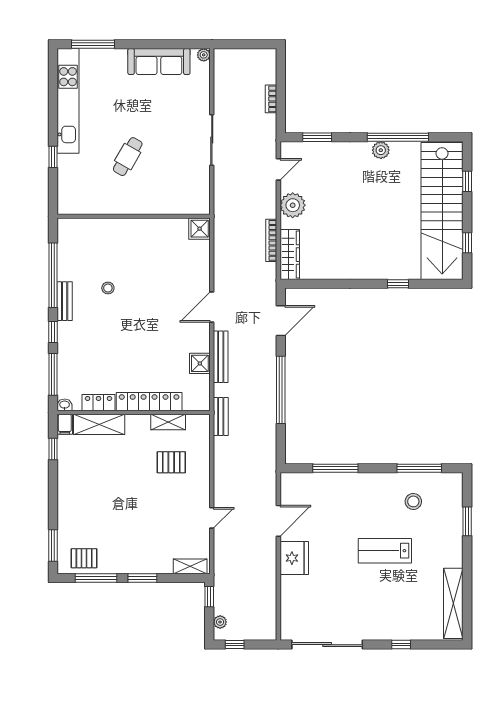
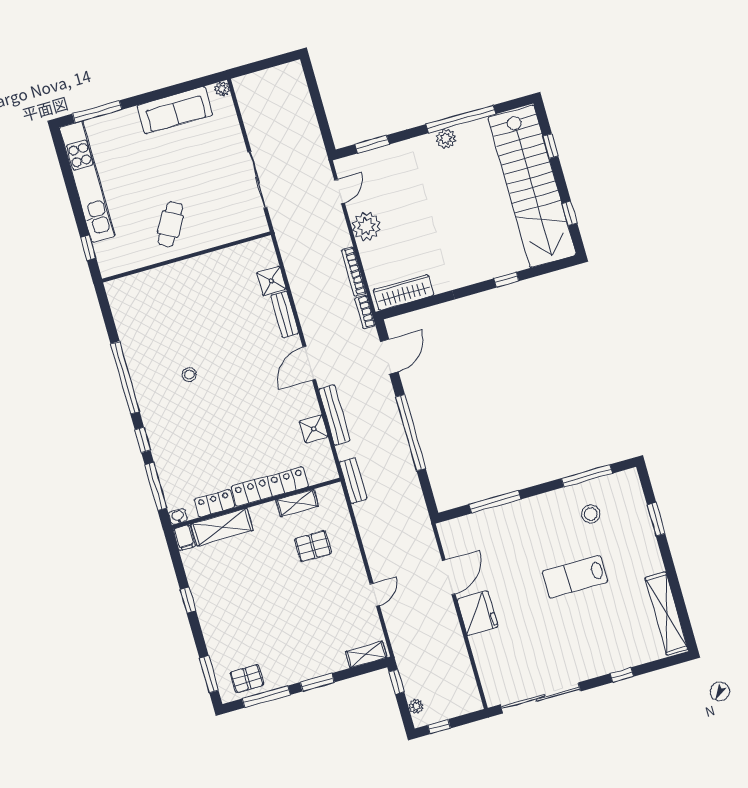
bookcase: (271, 99) -> (365, 312), moved
wall: (134, 216) -> (186, 257), moved
wardrobe: (290, 255) -> (403, 292), moved, turned -90
bench: (65, 301) -> (285, 314), moved
window: (53, 449) -> (188, 600), moved

